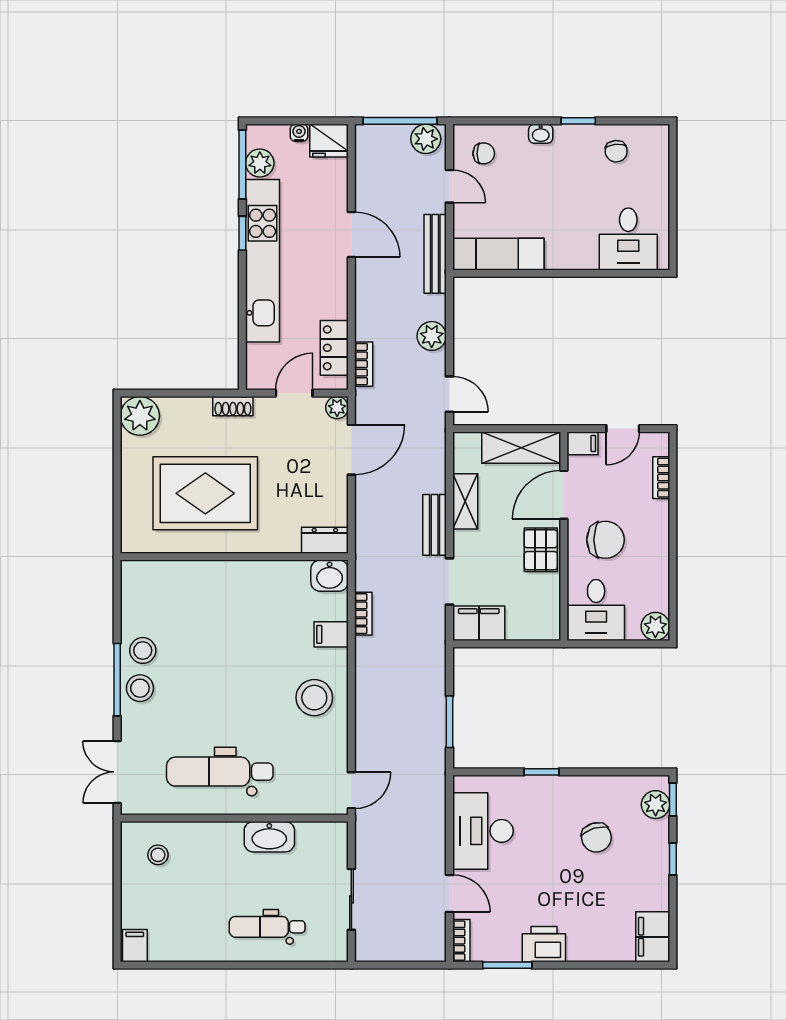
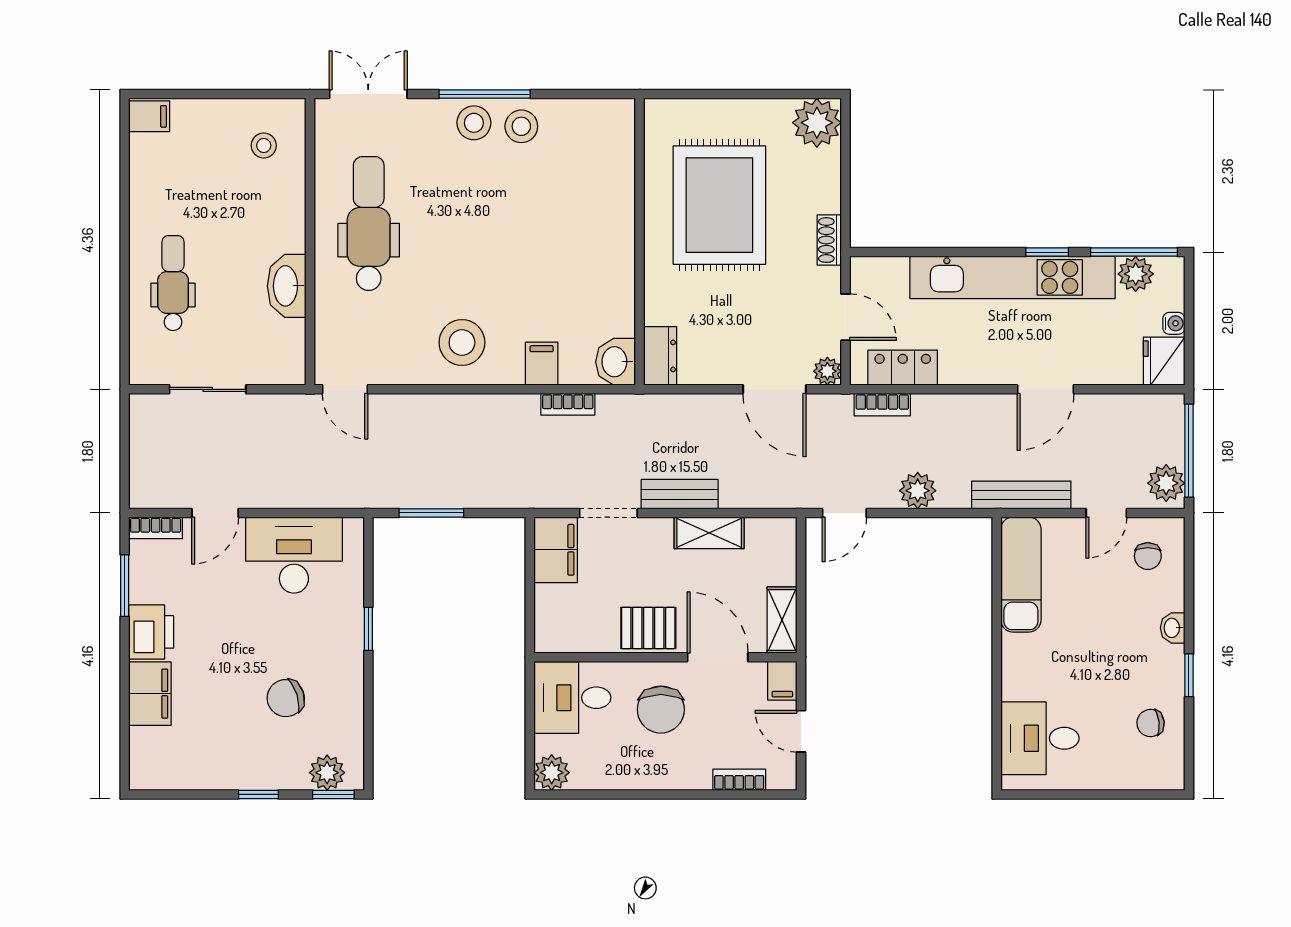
shelving: (521, 448) -> (782, 620), width x0.67, depth x0.75
filing cabinet: (653, 937) -> (150, 694), moved, turned 90

